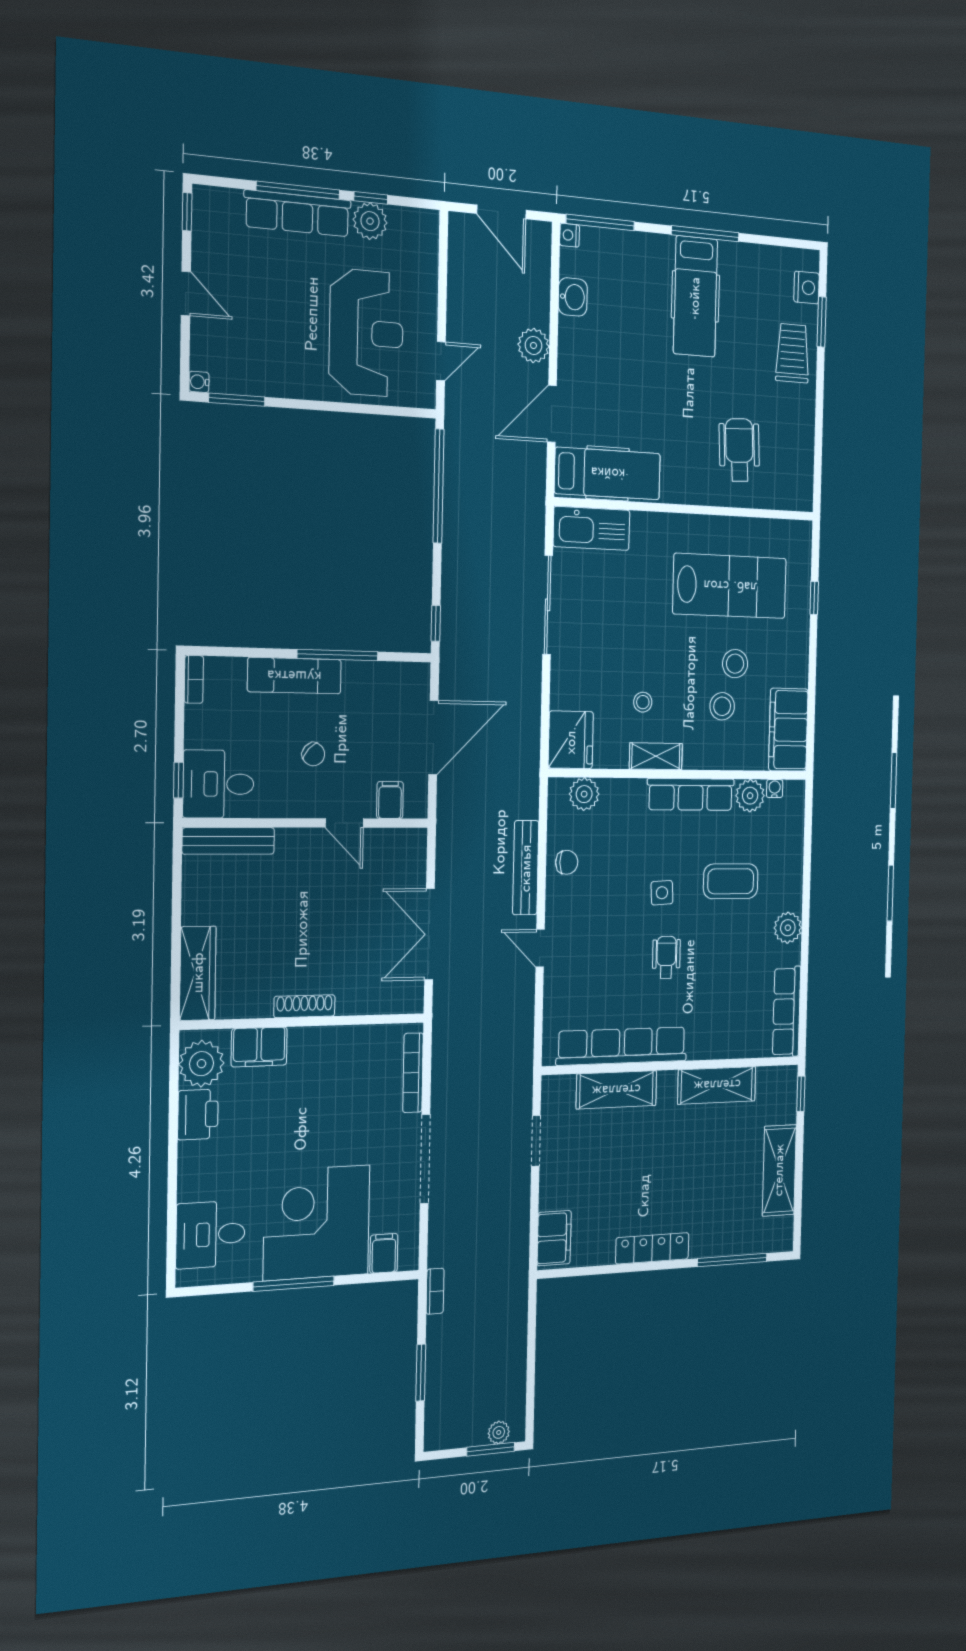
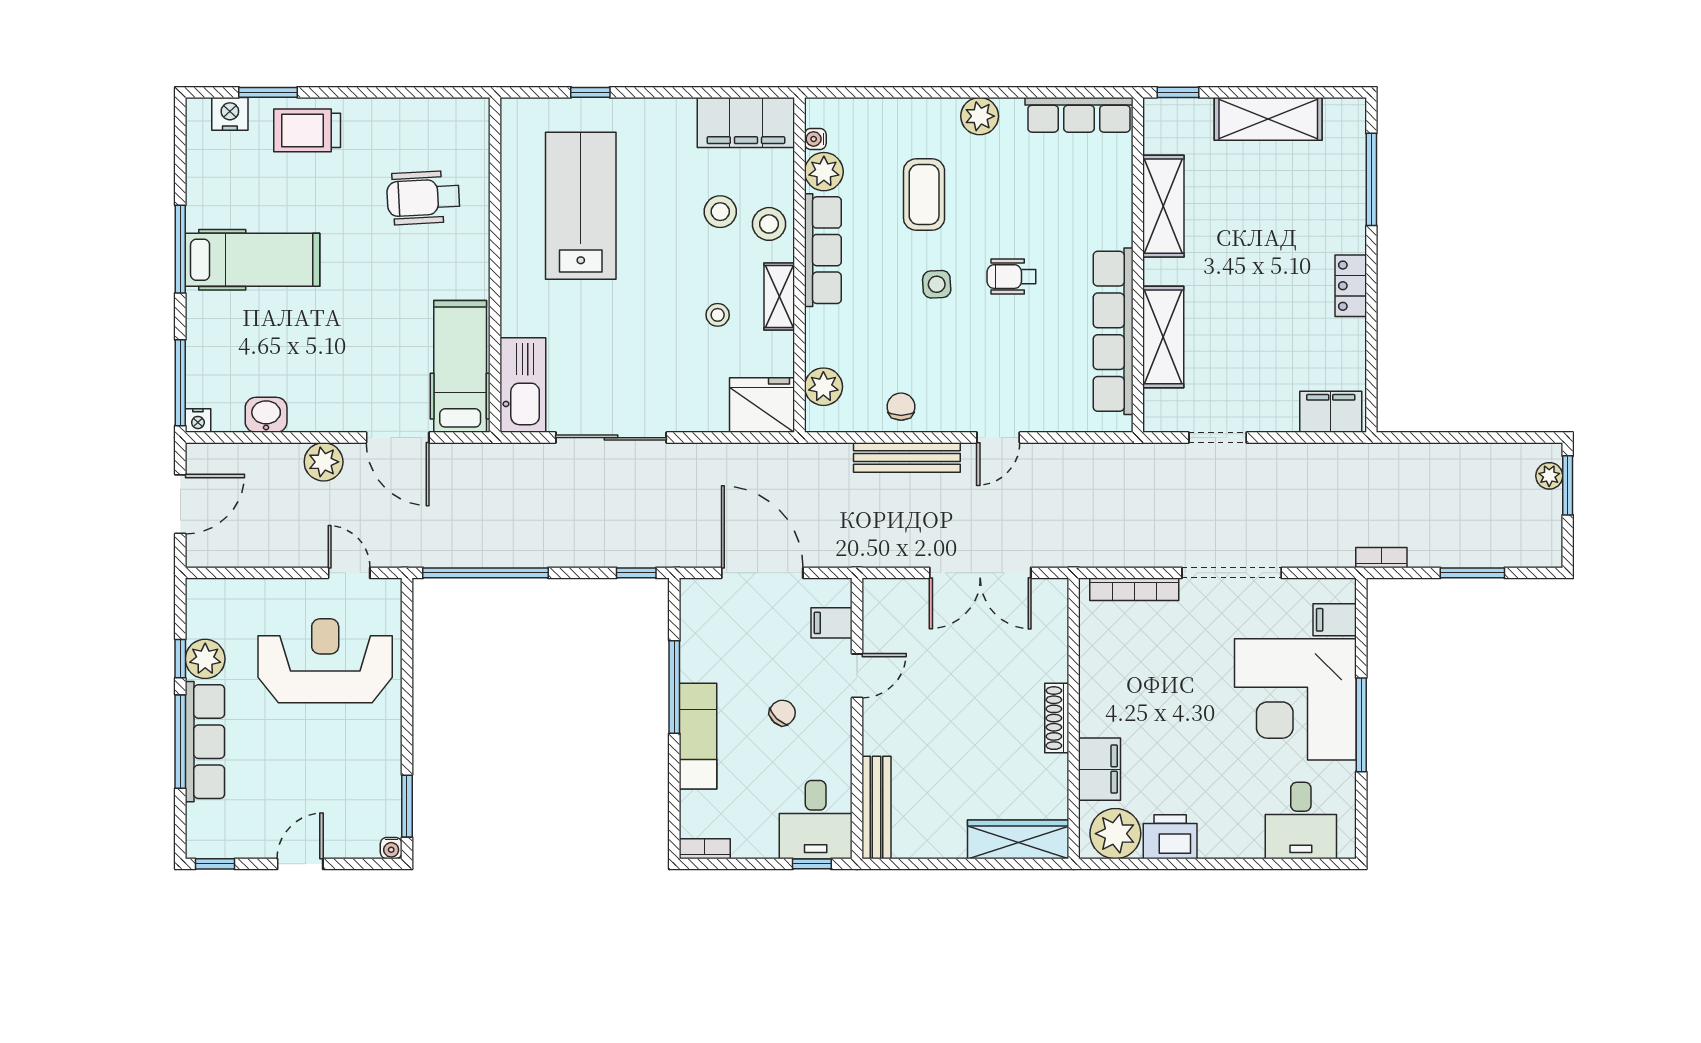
stool: (735, 664) -> (769, 224), moved
locker: (652, 1248) -> (1351, 286), width x0.66

